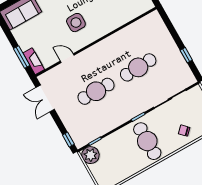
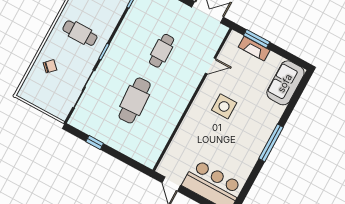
fireplace: (34, 61) -> (254, 49), moved
cafe table: (96, 91) -> (162, 51), width x0.73, depth x0.74
cafe table: (147, 141) -> (80, 33), width x0.73, depth x0.74

